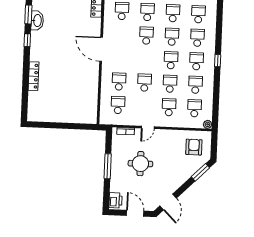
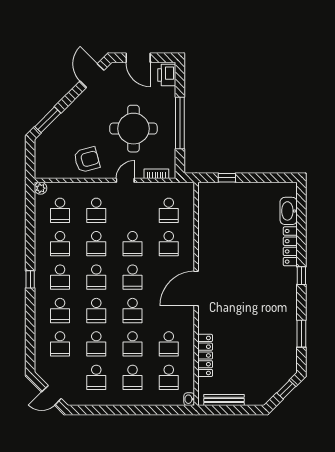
washbasin: (37, 21) -> (289, 211), moved
window: (27, 40) -> (301, 276), moved
door: (101, 49) -> (196, 288), swing flipped
school desk: (145, 59) -> (133, 277), added
window: (76, 126) -> (227, 178), added
armchair: (194, 147) -> (87, 160), moved, turned -105
round table: (140, 164) -> (133, 129), width x1.36, depth x1.36
window: (108, 166) -> (180, 123), width x1.46

